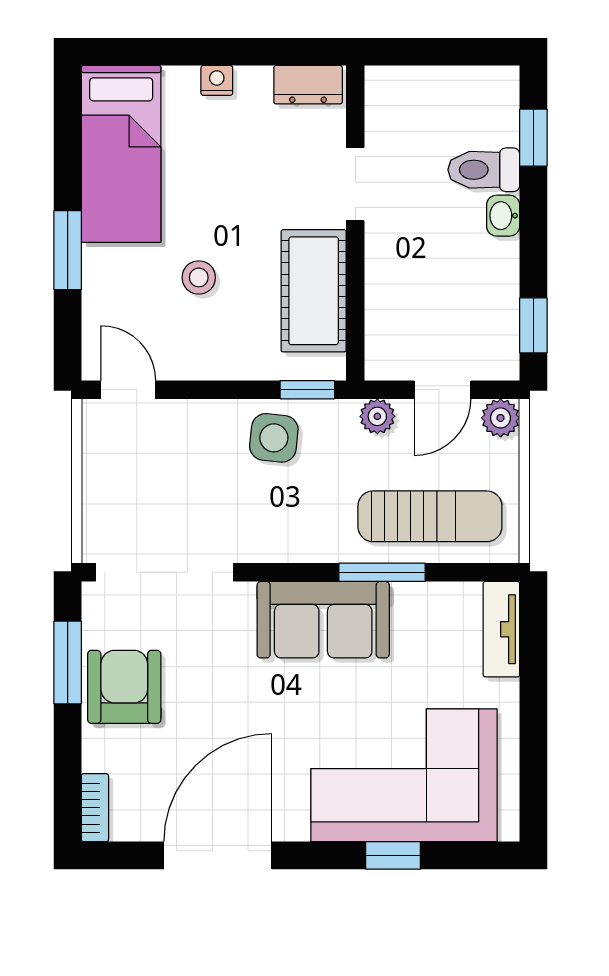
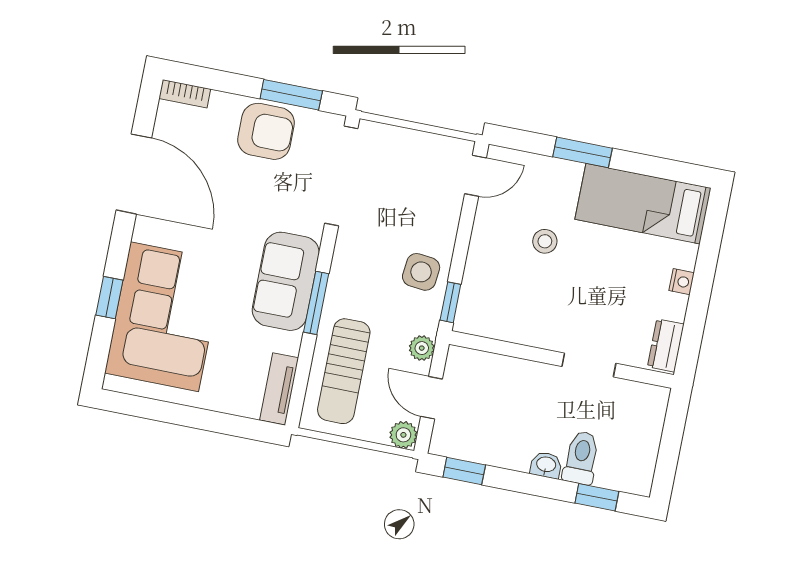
cot: (314, 291) -> (519, 321), removed
window: (382, 572) -> (316, 303), moved
tv unit: (501, 629) -> (279, 389), moved, turned -90

